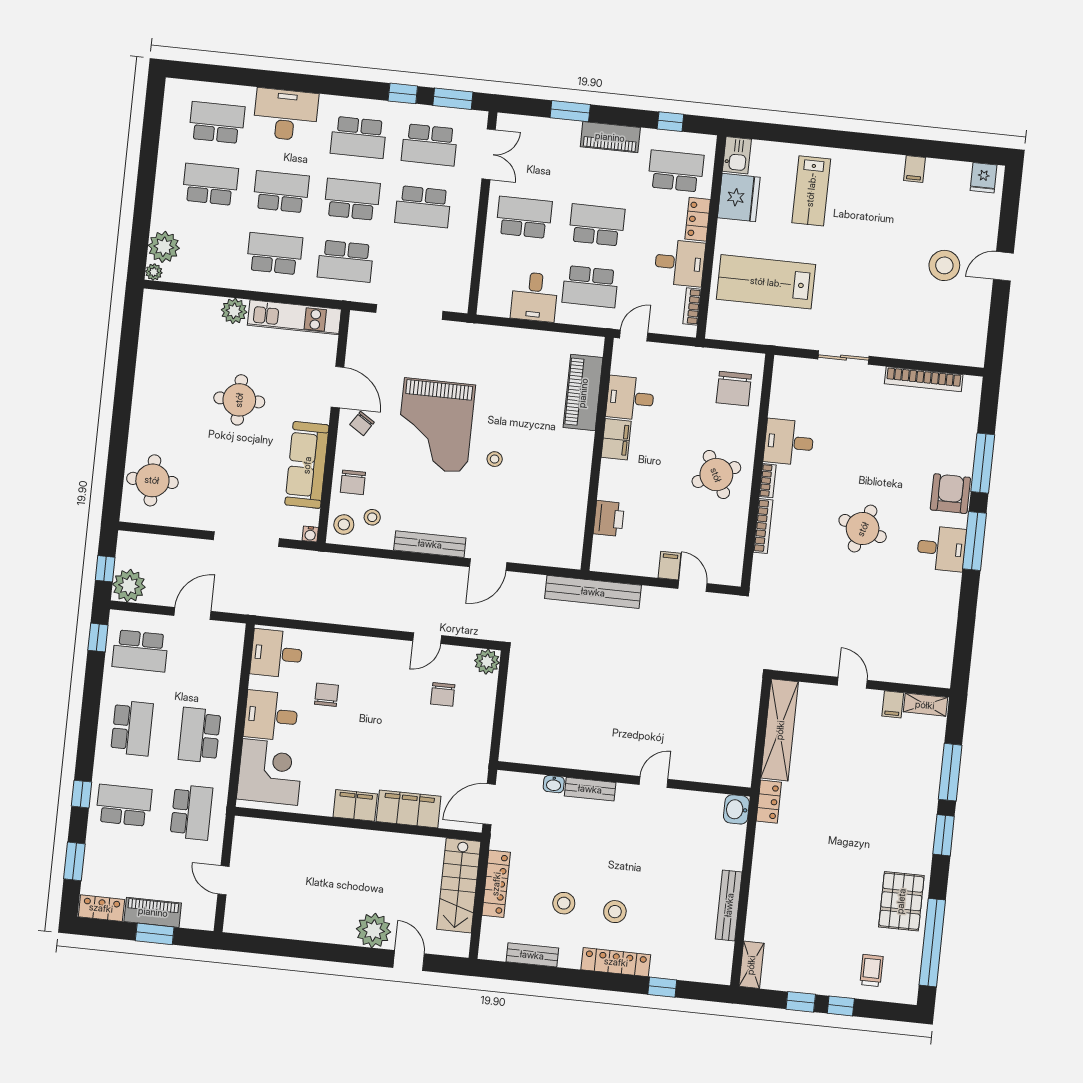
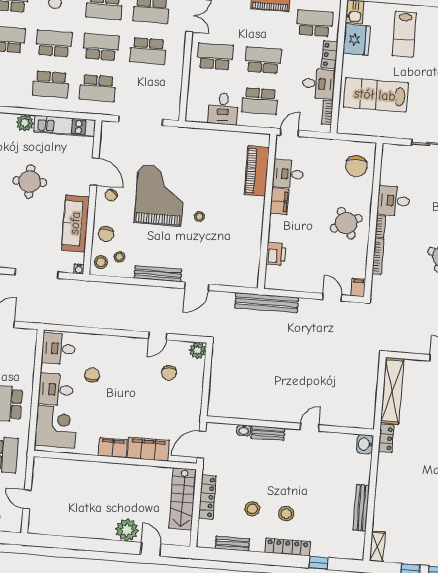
school desk: (275, 254) -> (51, 84), turned 180
grand piano: (435, 425) -> (160, 195), turned 180
filing cabinet: (670, 566) -> (358, 287), moved

